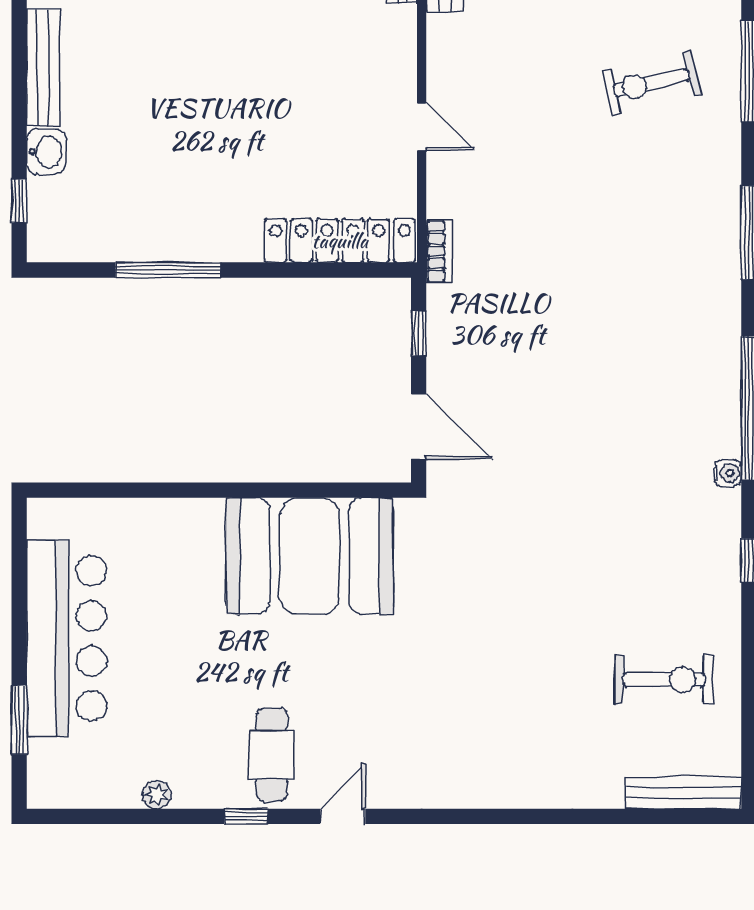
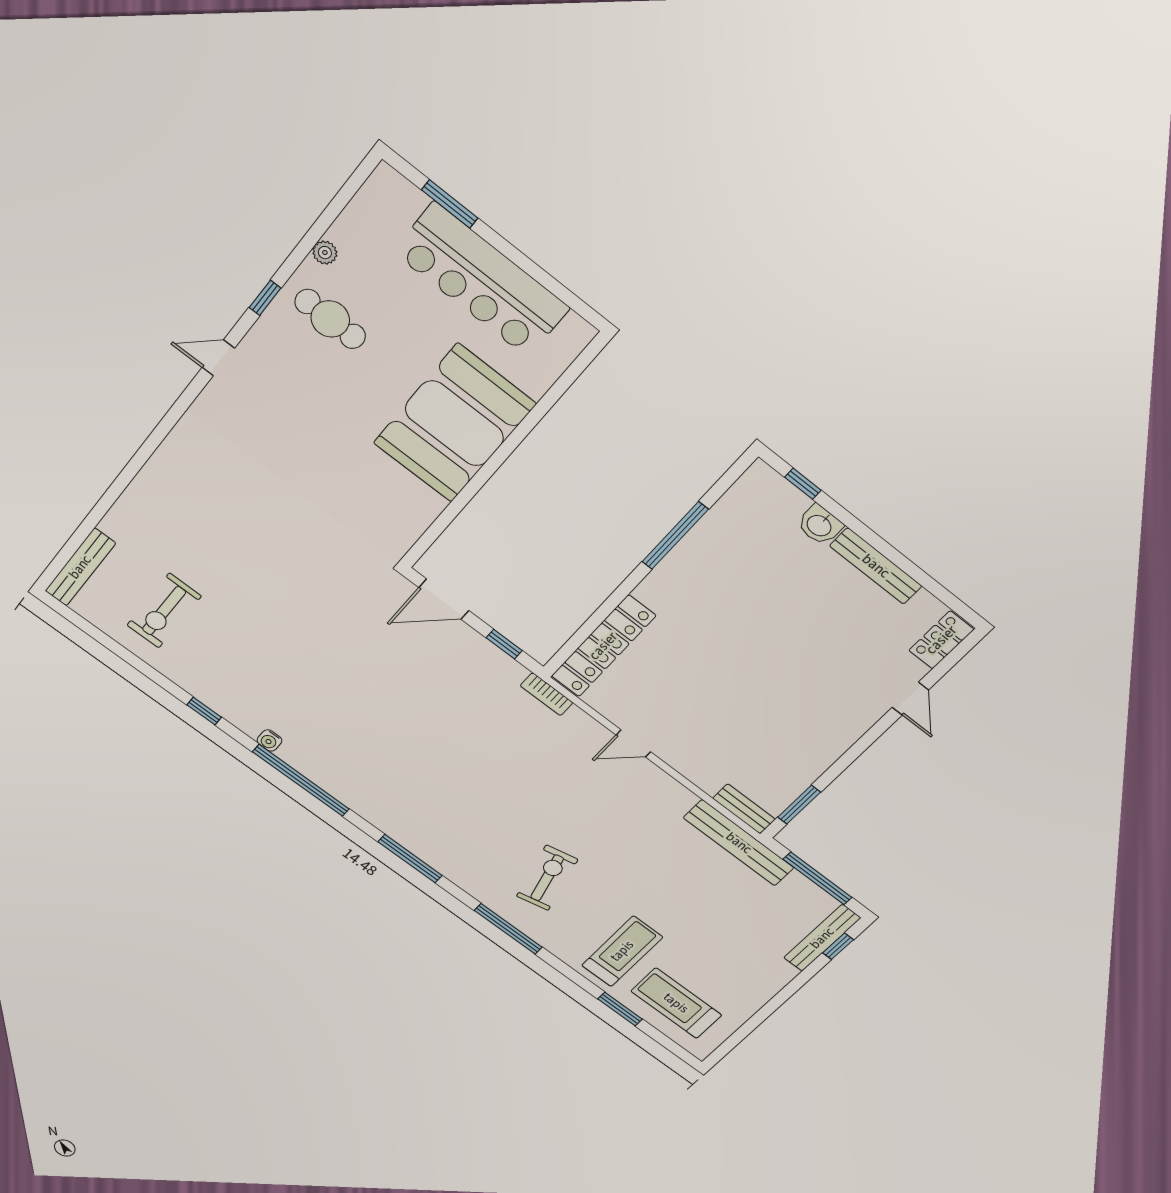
booth: (310, 556) -> (454, 423), moved
cafe table: (272, 755) -> (330, 319), moved
door: (343, 816) -> (218, 358), swing flipped

